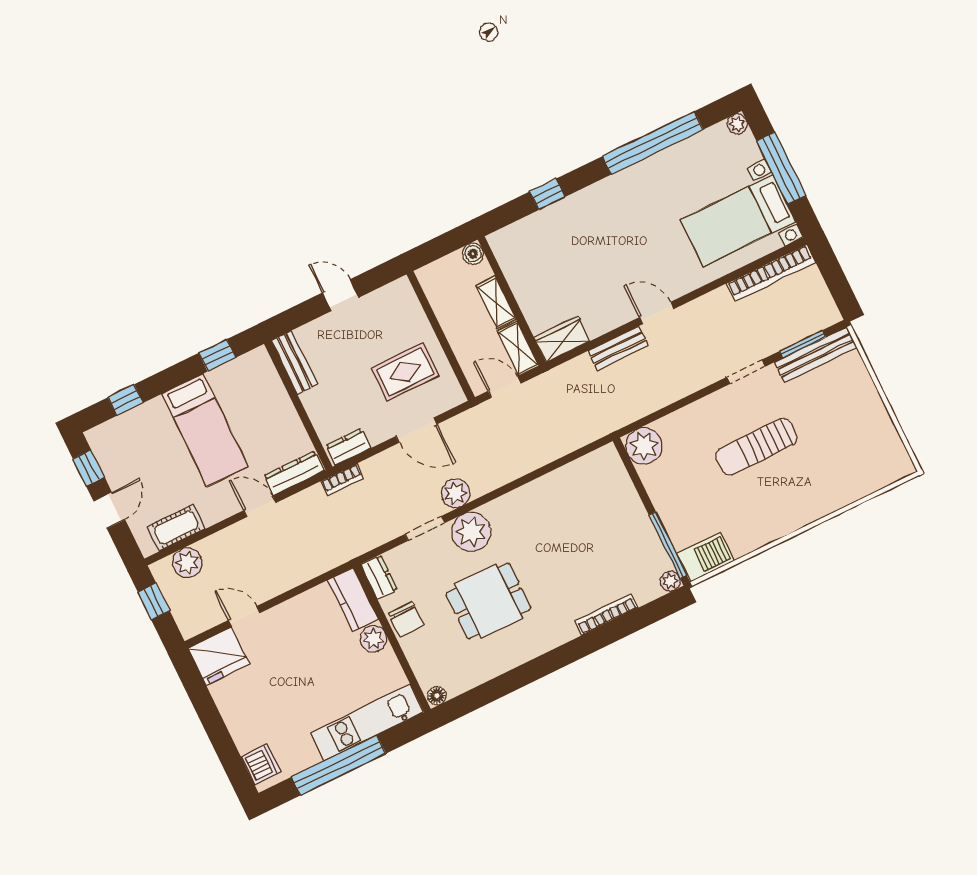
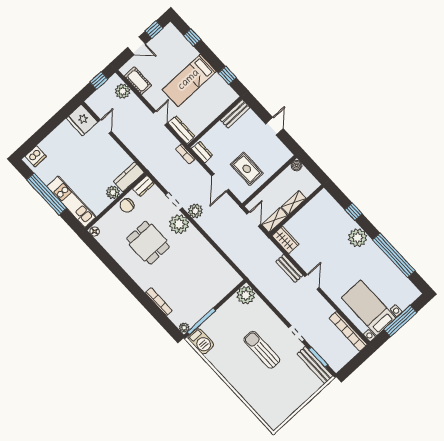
plant: (737, 124) -> (358, 238), moved, width x1.87, depth x1.87
boiler: (473, 254) -> (296, 165), moved

